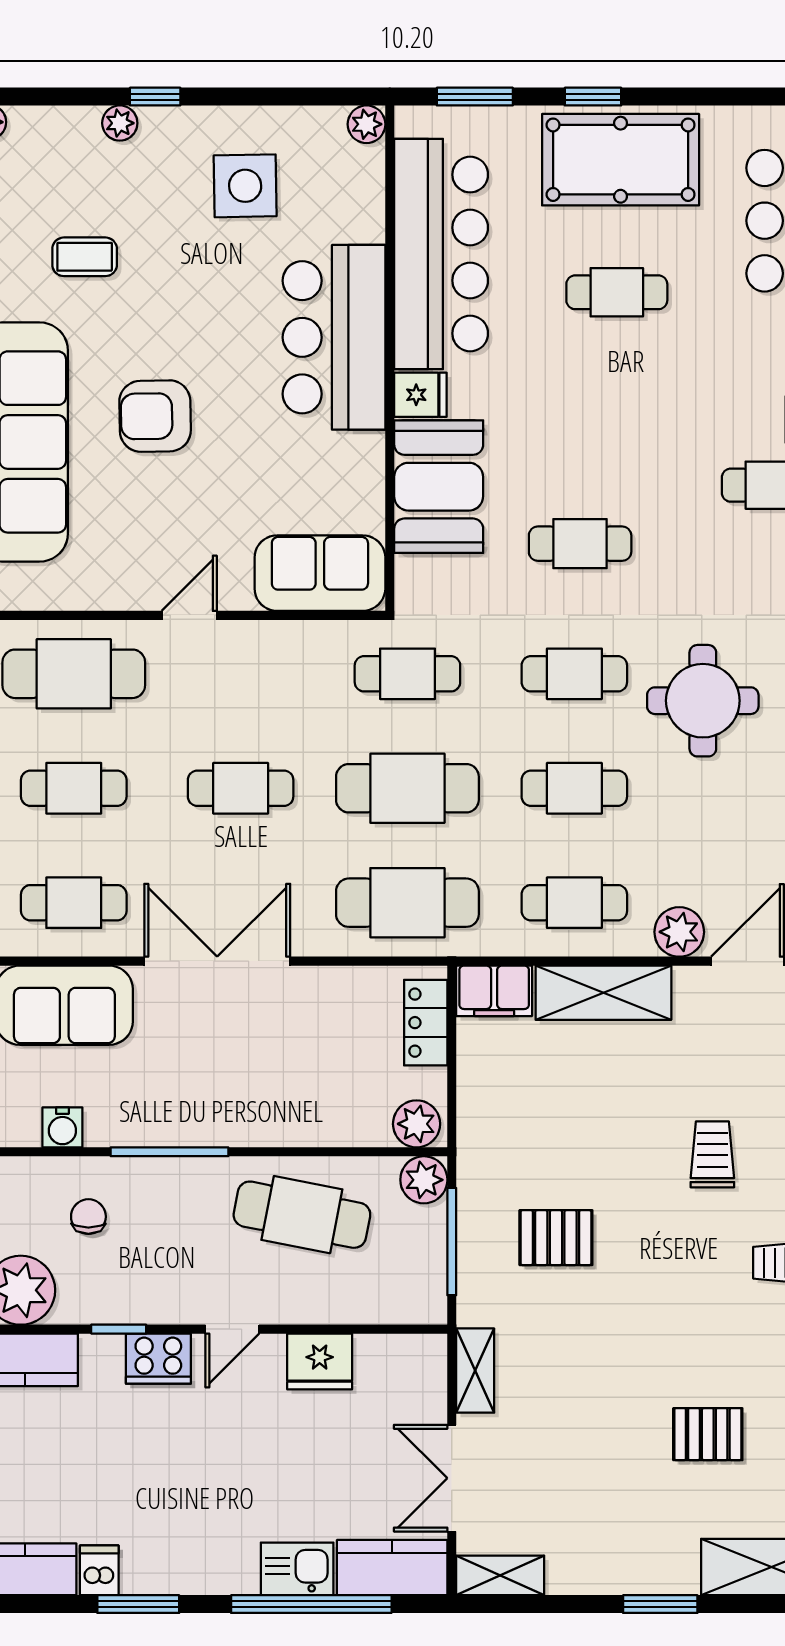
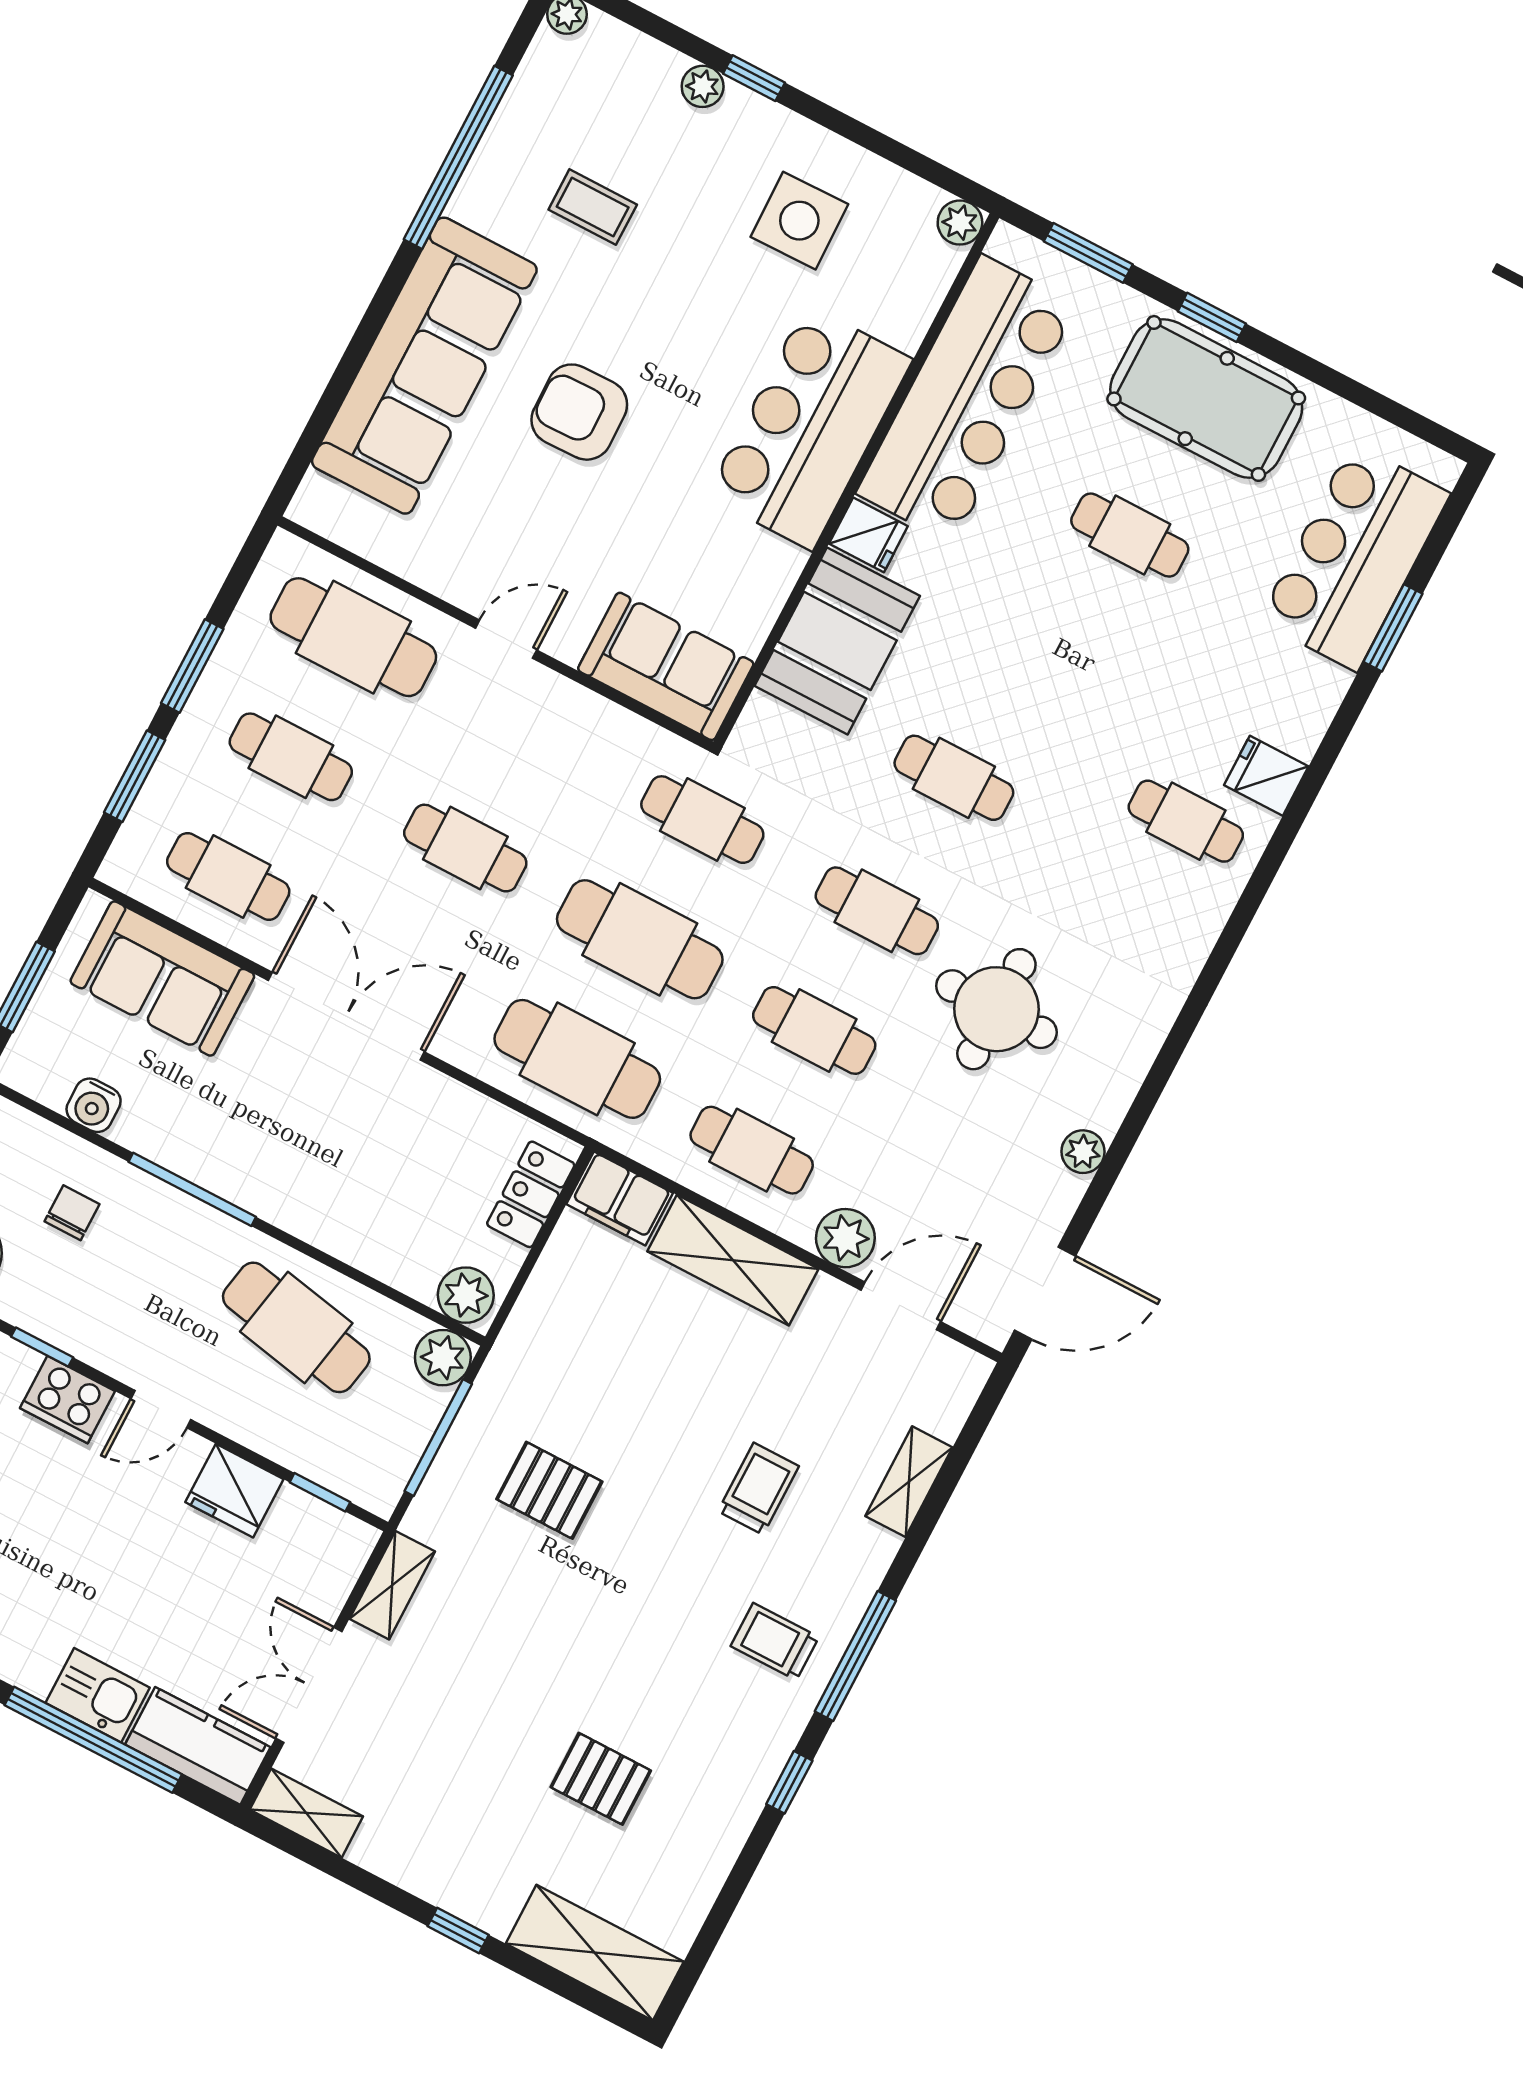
window: (384, 1329) -> (320, 1492), added
window: (660, 1604) -> (458, 1930), width x0.67

